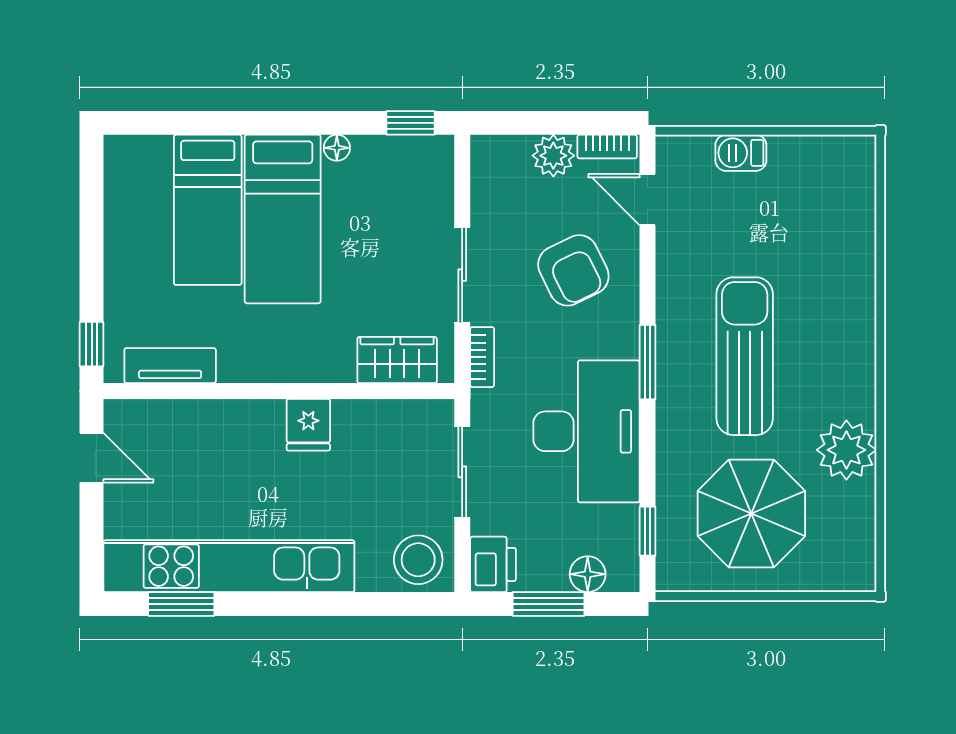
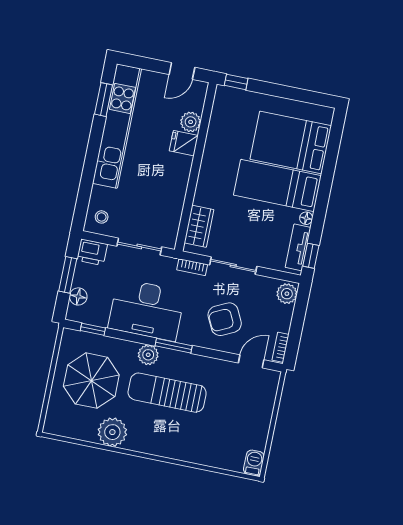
barbecue: (741, 153) -> (254, 463), moved
plant: (553, 156) -> (287, 294), moved
bed: (208, 210) -> (291, 142), width x1.50
sun lounger: (745, 356) -> (167, 393), turned 180
tv unit: (170, 366) -> (298, 247), moved, turned 180
plant: (676, 410) -> (148, 355), added
plant: (191, 420) -> (191, 122), added
fridge: (308, 425) -> (184, 143), moved
stool: (418, 560) -> (102, 217), width x0.53, depth x0.53

